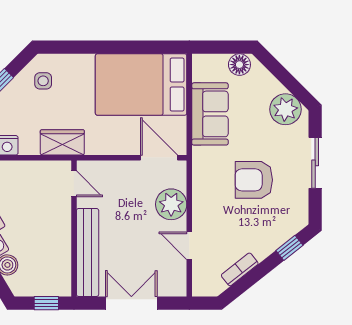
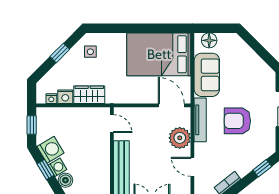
floor lamp: (239, 65) -> (209, 40), moved
plant: (285, 109) -> (259, 72), removed
wardrobe: (62, 142) -> (89, 95), moved
tv unit: (200, 179) -> (200, 120), added

